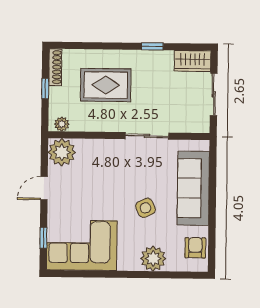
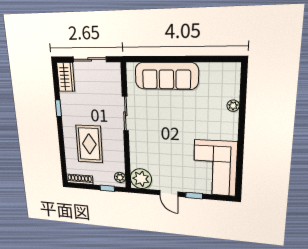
window: (45, 88) -> (107, 188), moved
side table: (145, 208) -> (184, 116), removed
window: (43, 238) -> (194, 196), moved
armchair: (195, 248) -> (219, 74), removed
plant: (153, 259) -> (233, 106), width x0.53, depth x0.53

